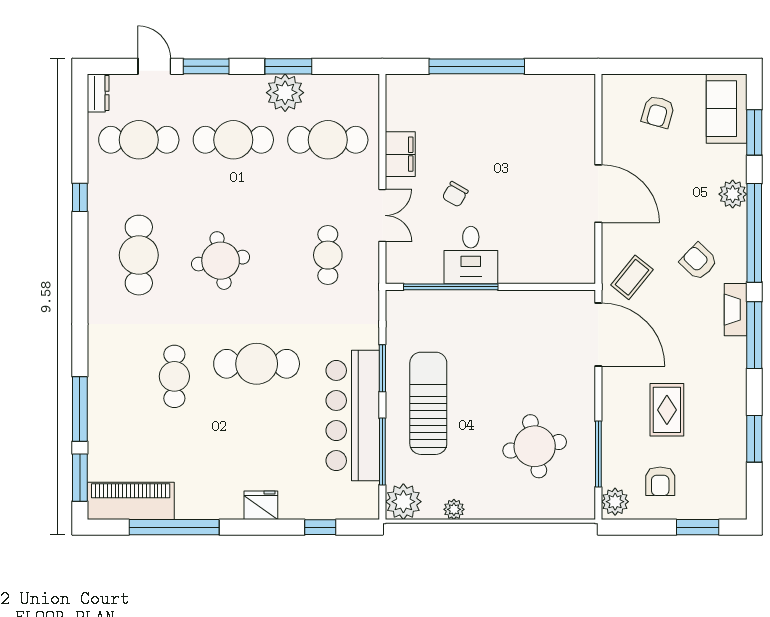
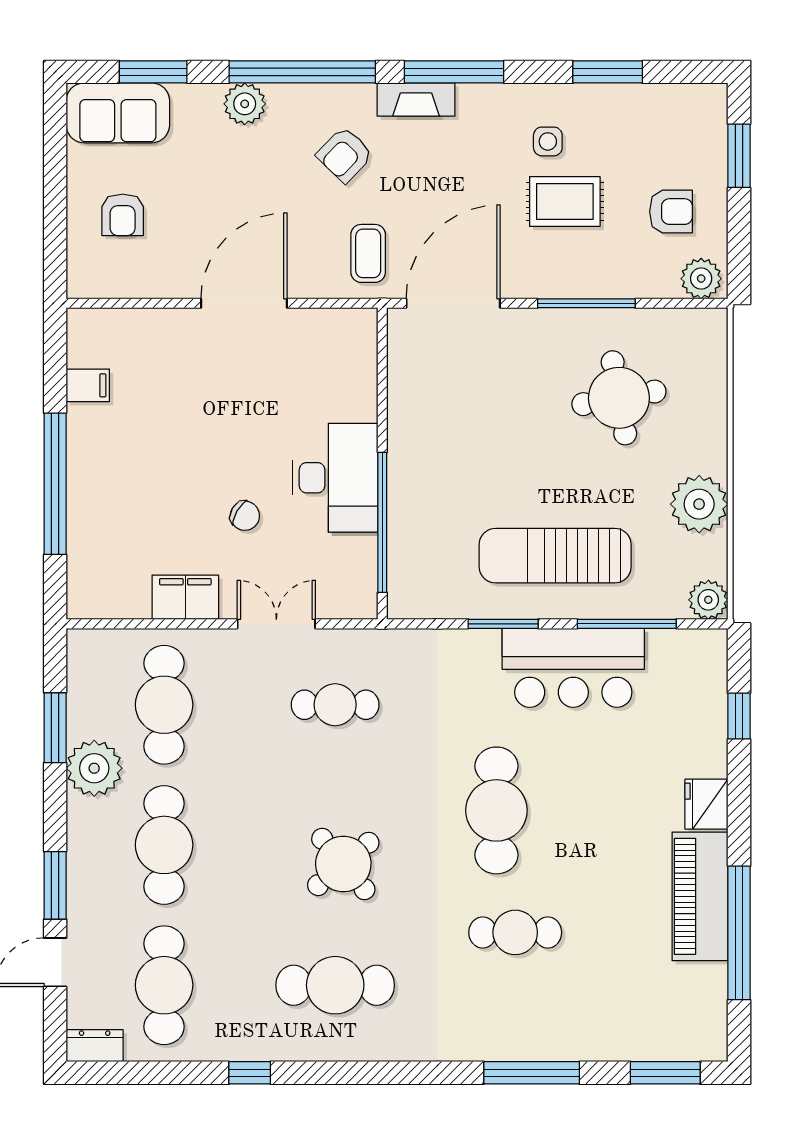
window: (288, 66) -> (55, 728), moved
filing cabinet: (543, 88) -> (88, 385), added
armchair: (658, 112) -> (123, 215), turned 74
desk: (471, 255) -> (335, 478), width x1.37
round table: (221, 261) -> (343, 864), turned -31
coffee table: (632, 277) -> (368, 253), turned 51
side table: (707, 398) -> (548, 141), added
window: (80, 409) -> (532, 1073), moved
bar counter: (353, 416) -> (573, 668), width x0.73
window: (598, 454) -> (586, 303), moved
piano: (131, 501) -> (700, 896), moved
plant: (403, 502) -> (708, 600), width x0.73, depth x0.73
plant: (454, 509) -> (699, 504), width x1.87, depth x1.87

